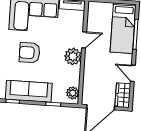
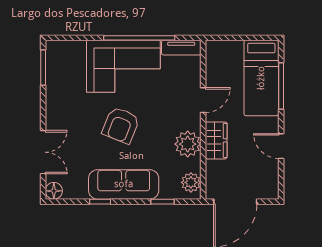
armchair: (30, 53) -> (121, 125), turned -68
plant: (73, 56) -> (188, 144), moved
wardrobe: (123, 95) -> (216, 140), moved, turned 180

